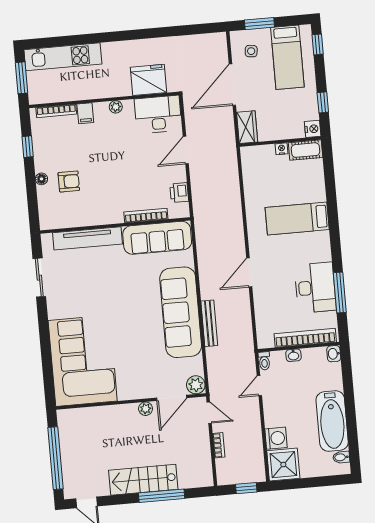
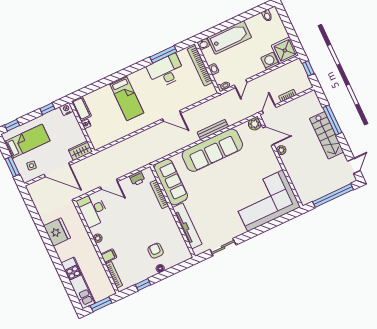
fridge: (149, 80) -> (57, 232), moved, turned 180
door: (259, 386) -> (241, 84), hinge flipped
bathtub: (332, 421) -> (229, 37), moved

